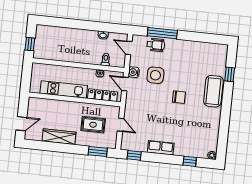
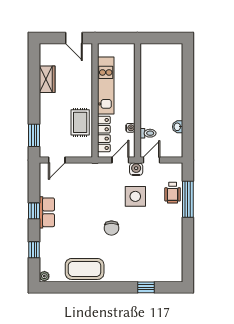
window: (30, 44) -> (157, 38), removed
door: (129, 48) -> (151, 160), moved
coffee table: (213, 91) -> (85, 269), moved
door: (21, 124) -> (74, 38), moved
rug: (93, 125) -> (80, 122), moved
door: (121, 125) -> (57, 160), moved
wardrobe: (59, 137) -> (47, 79), width x0.67
window: (134, 155) -> (34, 211), moved

